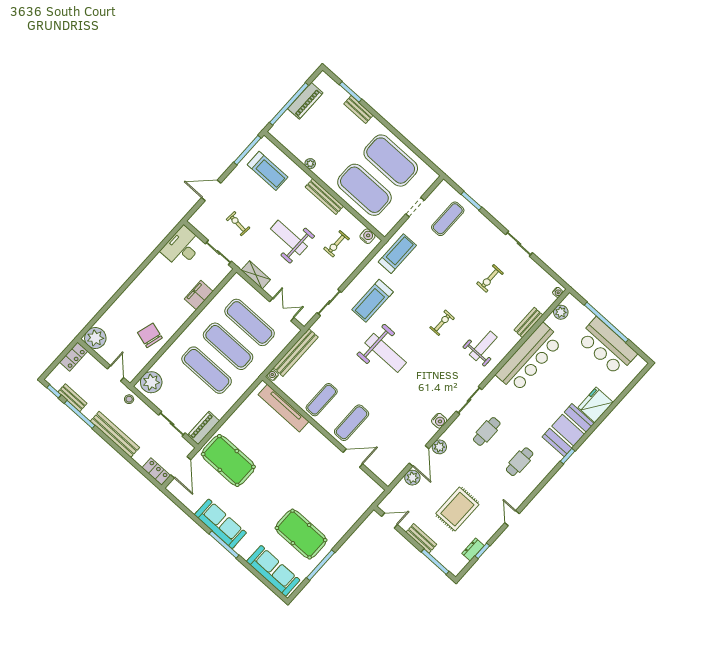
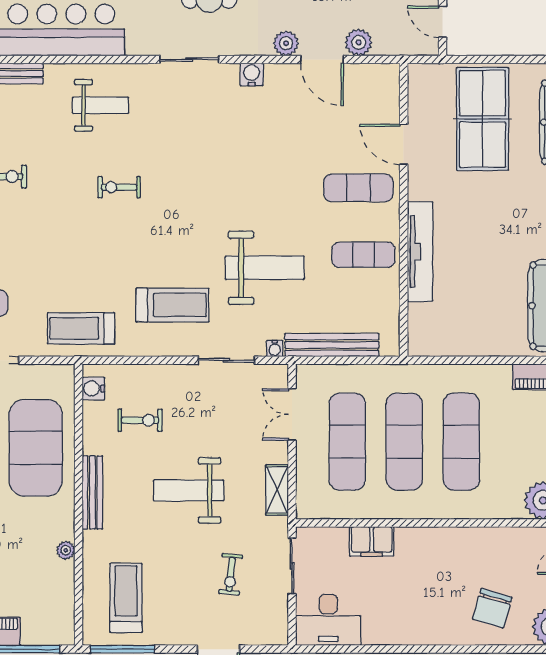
weight bench: (289, 238) -> (189, 490), turned 90
chair: (150, 335) -> (492, 608), moved
weight bench: (483, 346) -> (100, 105), turned 180
weight bench: (386, 353) -> (265, 268), moved, turned 90
water cooler: (273, 375) -> (275, 349), moved
tv unit: (283, 408) -> (420, 252), moved
door: (419, 456) -> (322, 59), swing flipped
table tennis table: (334, 501) -> (482, 119), added

